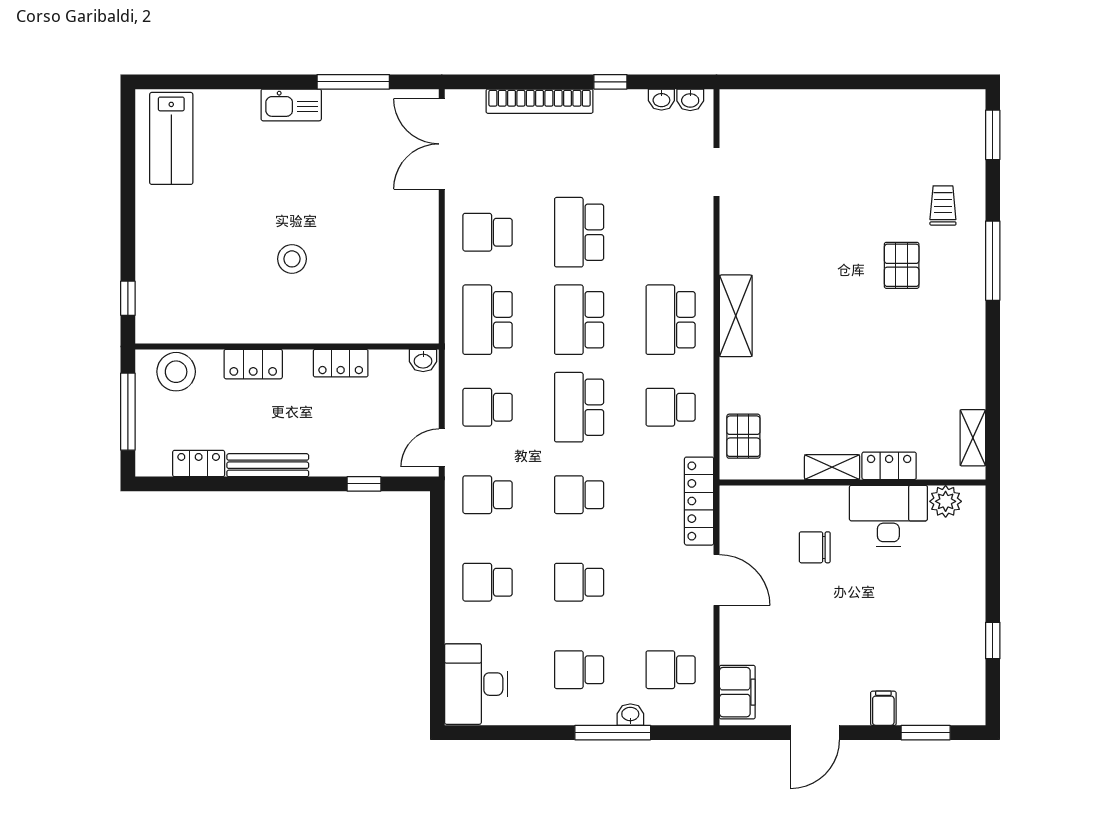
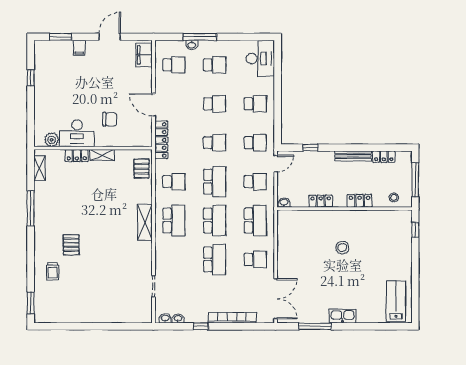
window: (993, 261) -> (31, 208), moved
stool: (176, 372) -> (394, 197), width x0.53, depth x0.53

